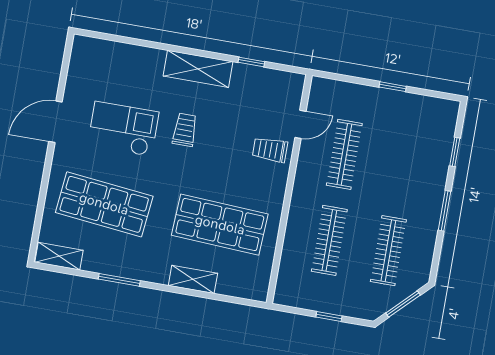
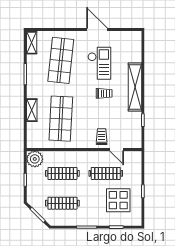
shelving: (198, 69) -> (135, 87), width x1.47
display table: (402, 139) -> (118, 200), added
plant: (291, 290) -> (35, 159), added

